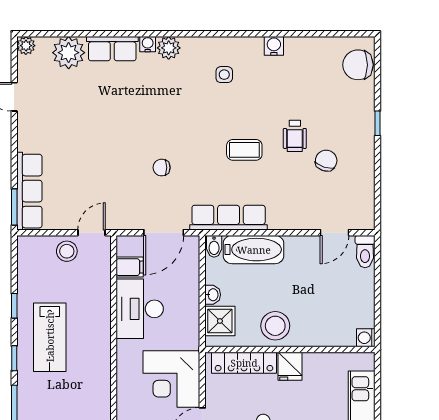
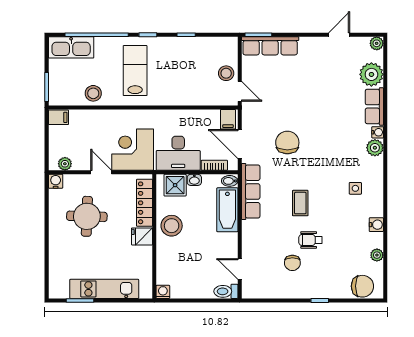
plant: (315, 45) -> (377, 255), added
chair: (358, 65) -> (362, 286), turned 90
chair: (326, 161) -> (292, 263), turned 72
chair: (162, 168) -> (287, 143), width x1.87, depth x1.87
filing cabinet: (130, 267) -> (228, 119), moved
bookcase: (193, 267) -> (214, 165), added
desk: (140, 309) -> (178, 153), moved, turned 180
lab bench: (50, 337) -> (135, 71), moved, turned 90

